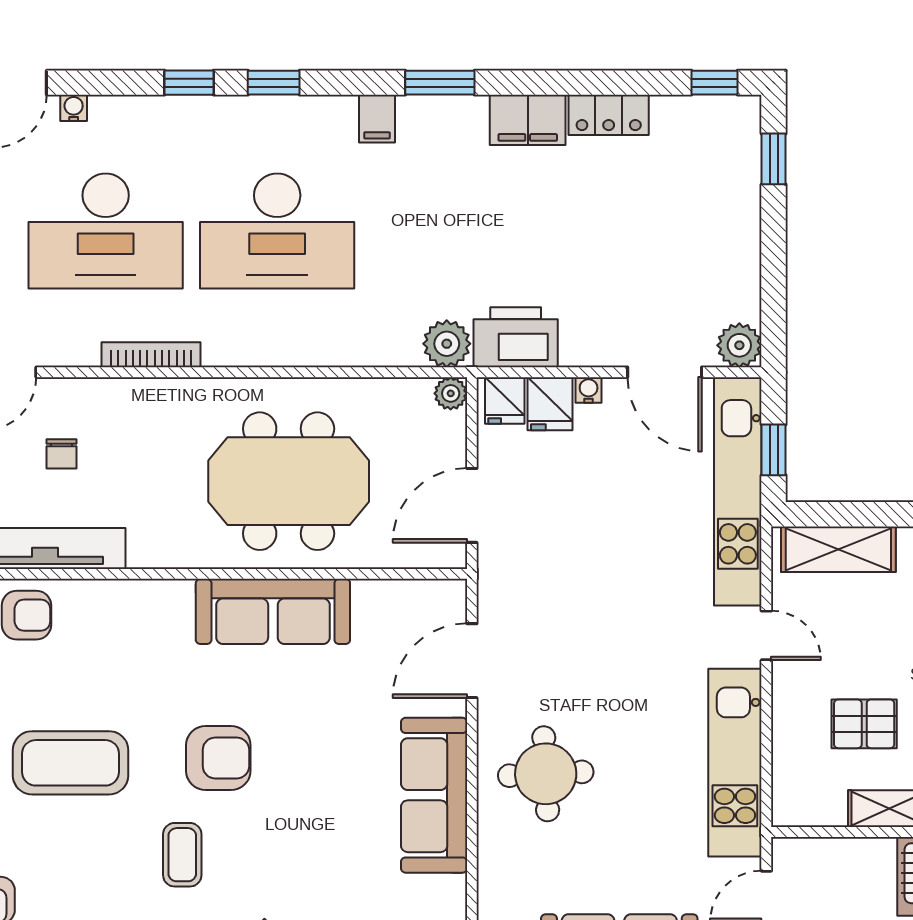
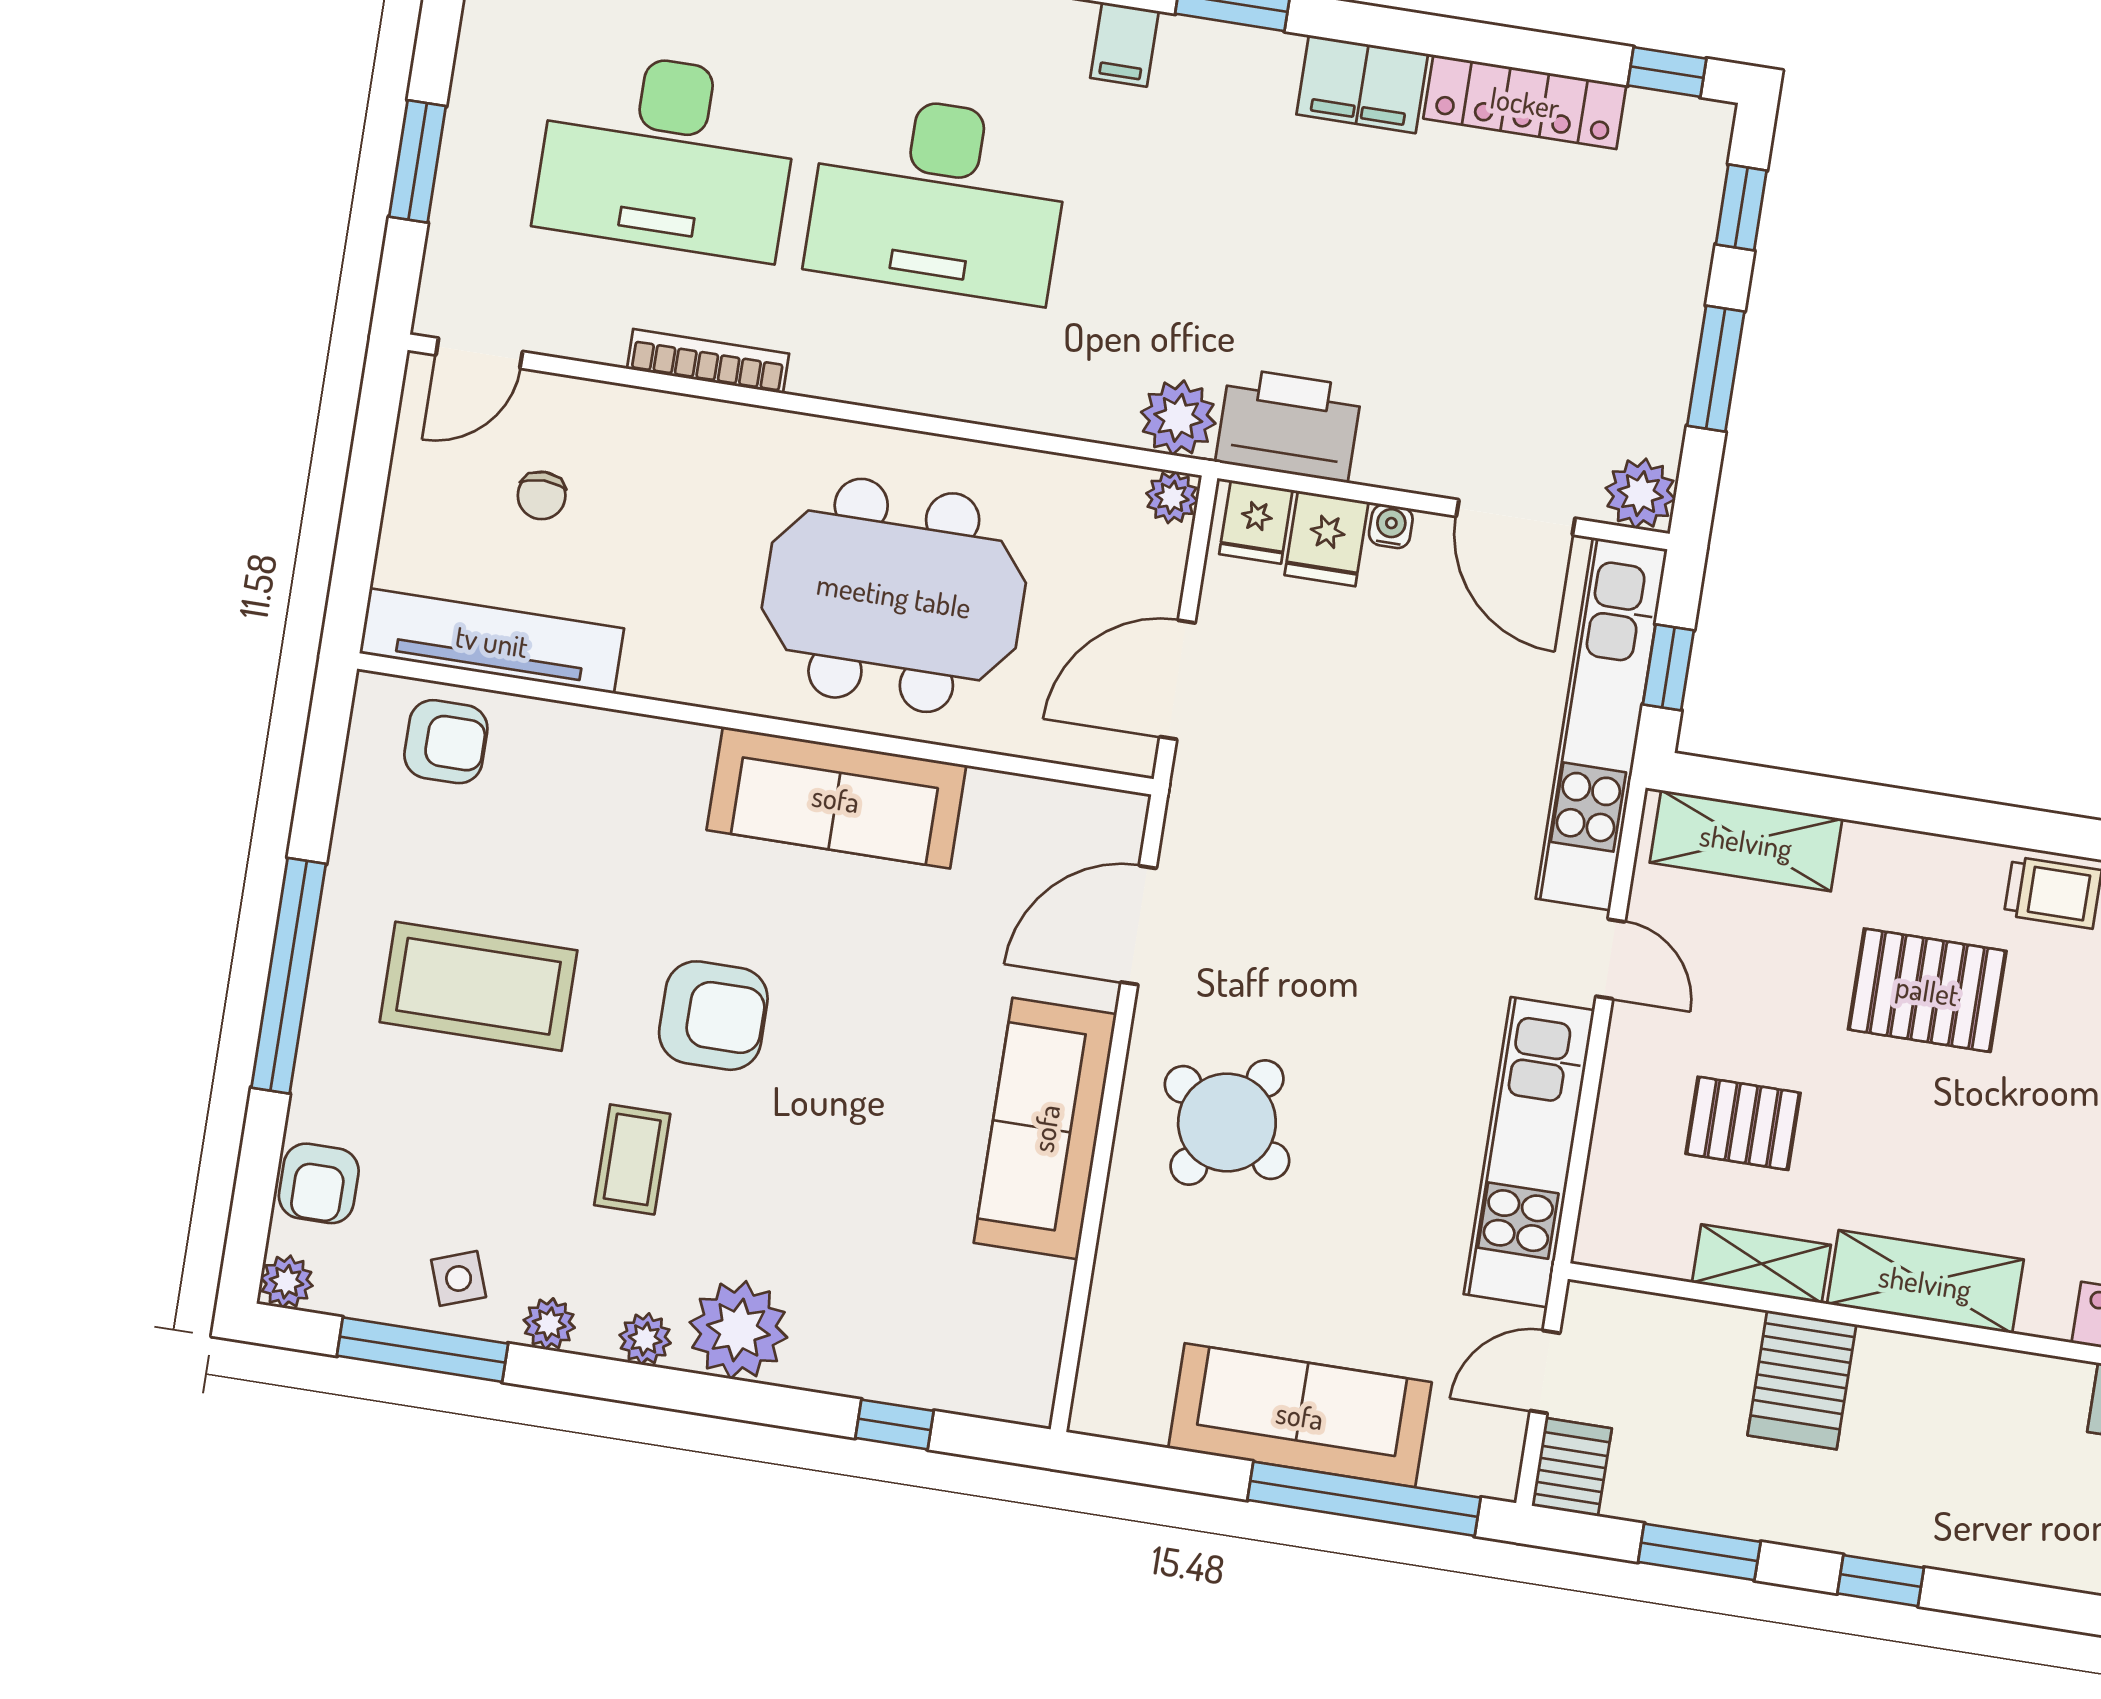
locker: (609, 115) -> (1525, 102), width x1.53
window: (774, 261) -> (1716, 369), added
round table: (546, 774) -> (1227, 1122), turned 35

